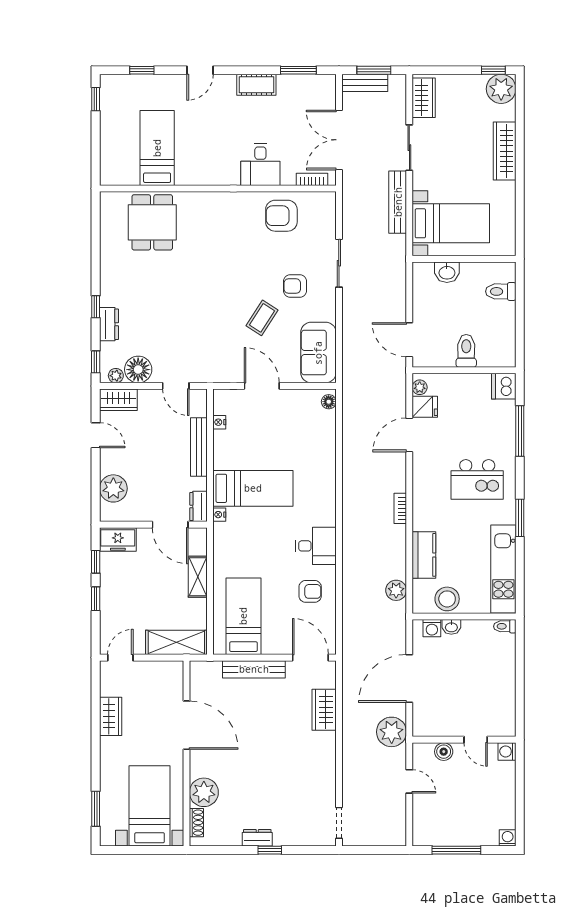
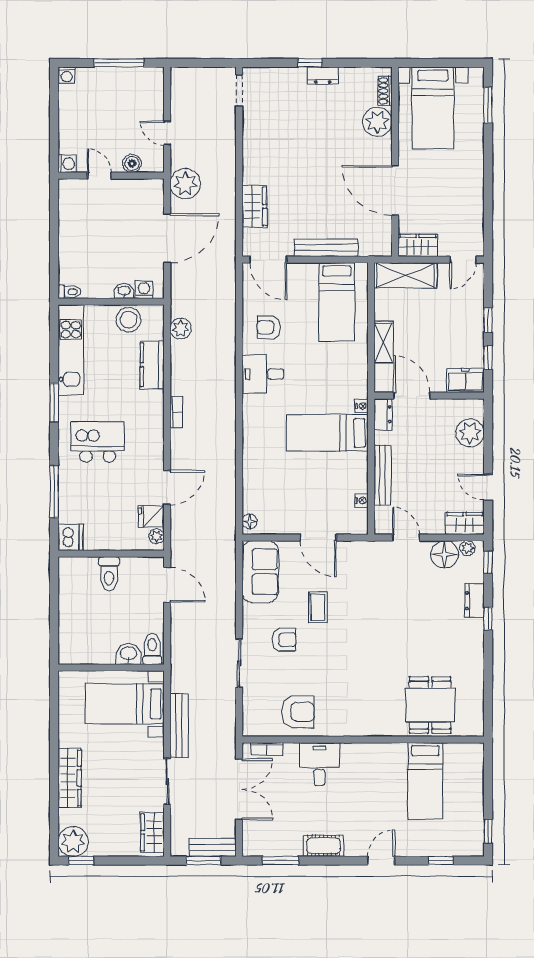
toilet: (501, 291) -> (152, 649), moved, turned -90
coffee table: (262, 318) -> (318, 607), turned -33
wardrobe: (111, 716) -> (418, 245), moved, turned 90

